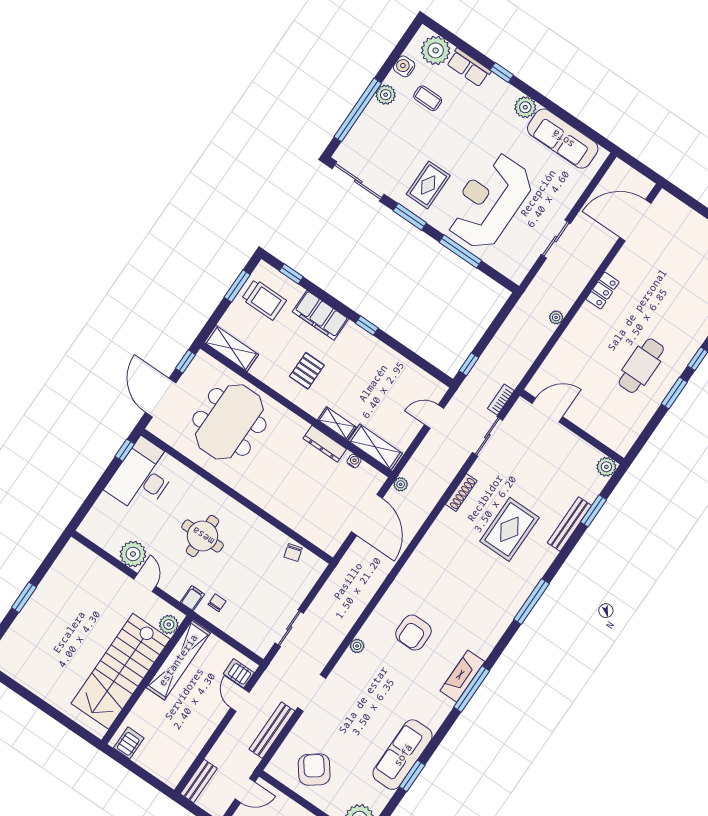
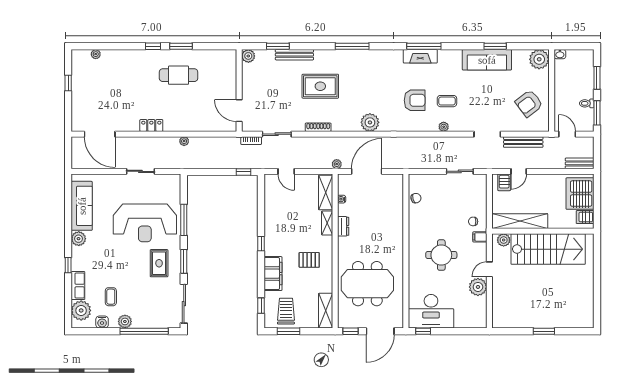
rug: (428, 185) -> (159, 263), turned 90
dresser: (325, 444) -> (343, 226), width x0.70
plant: (424, 560) -> (370, 122), added
coffee table: (386, 671) -> (447, 101), added
server rack: (162, 756) -> (580, 194), added

